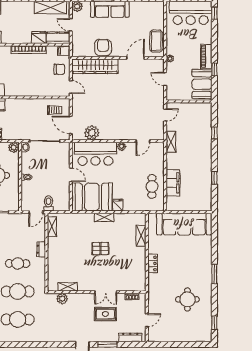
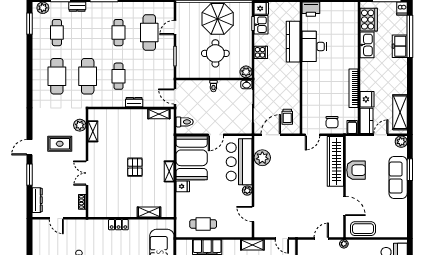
toilet: (49, 203) -> (185, 122), moved
rug: (105, 314) -> (60, 144), moved, turned 90

